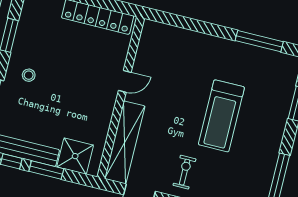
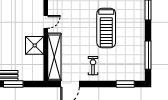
shower: (75, 156) -> (35, 45), moved

